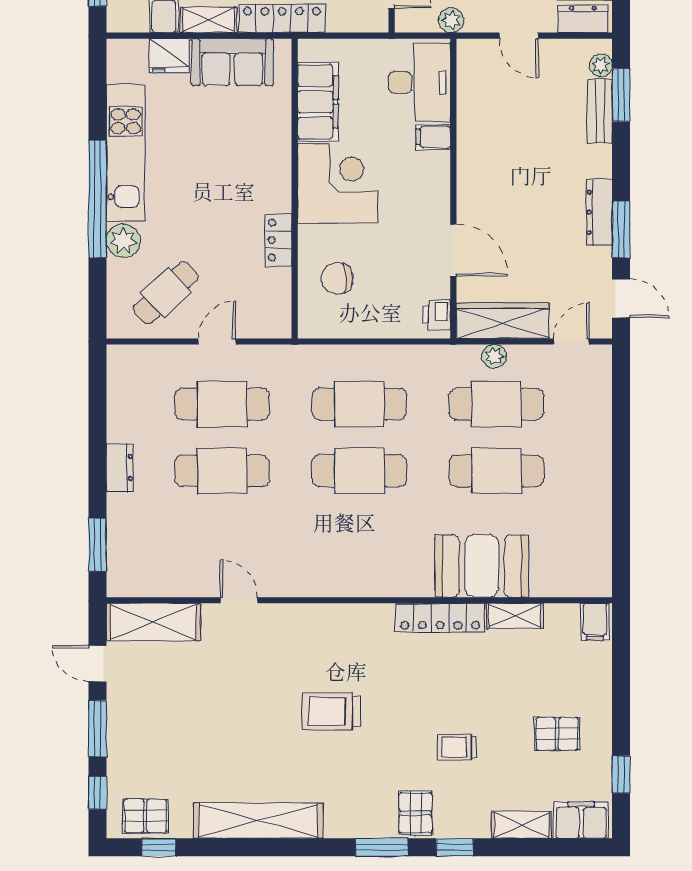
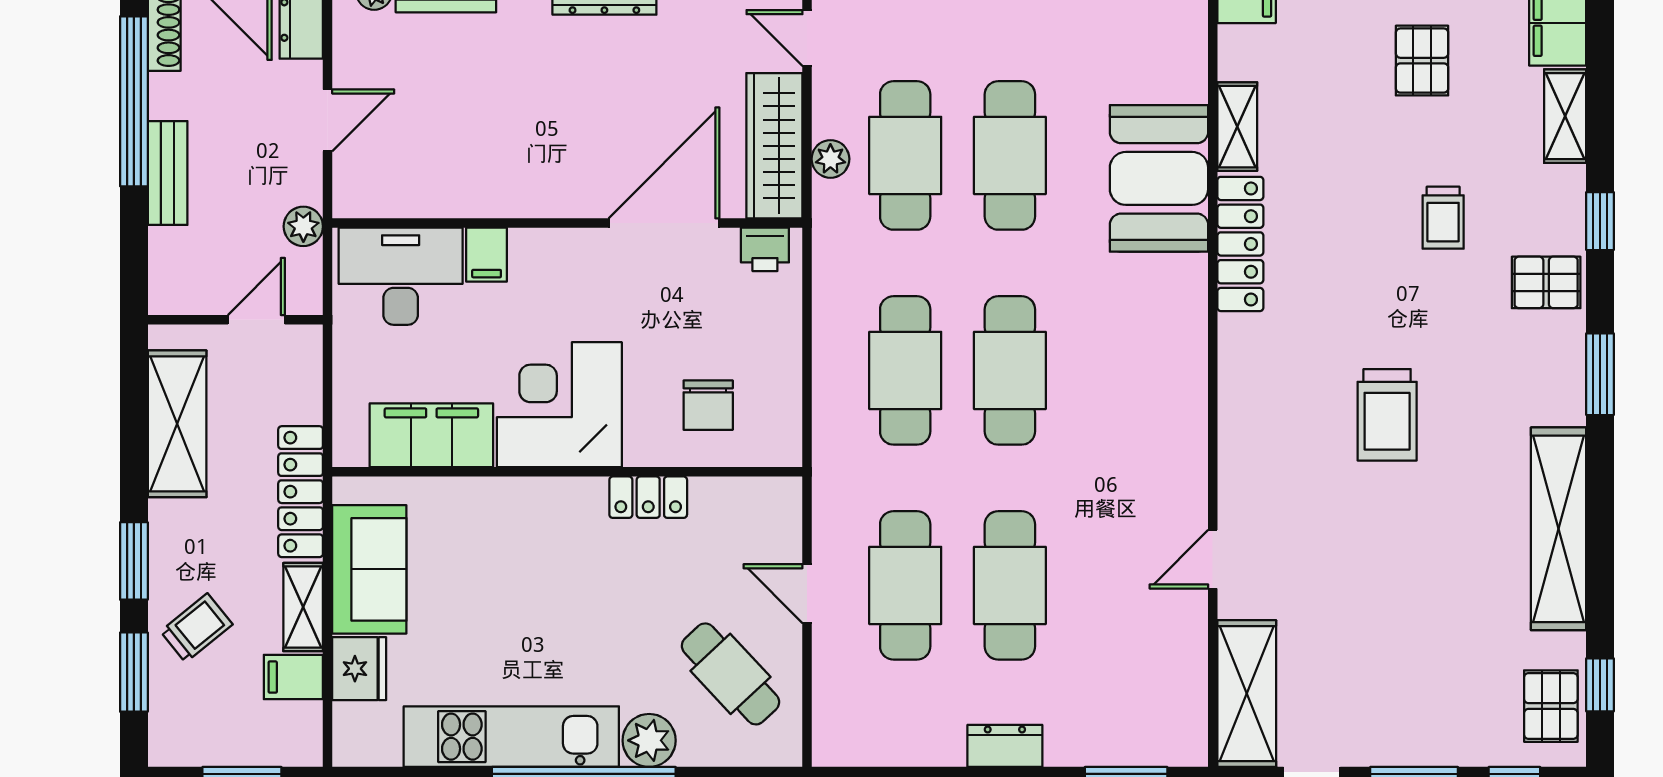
door: (453, 250) -> (664, 223), width x1.36
window: (382, 847) -> (1600, 374), moved

